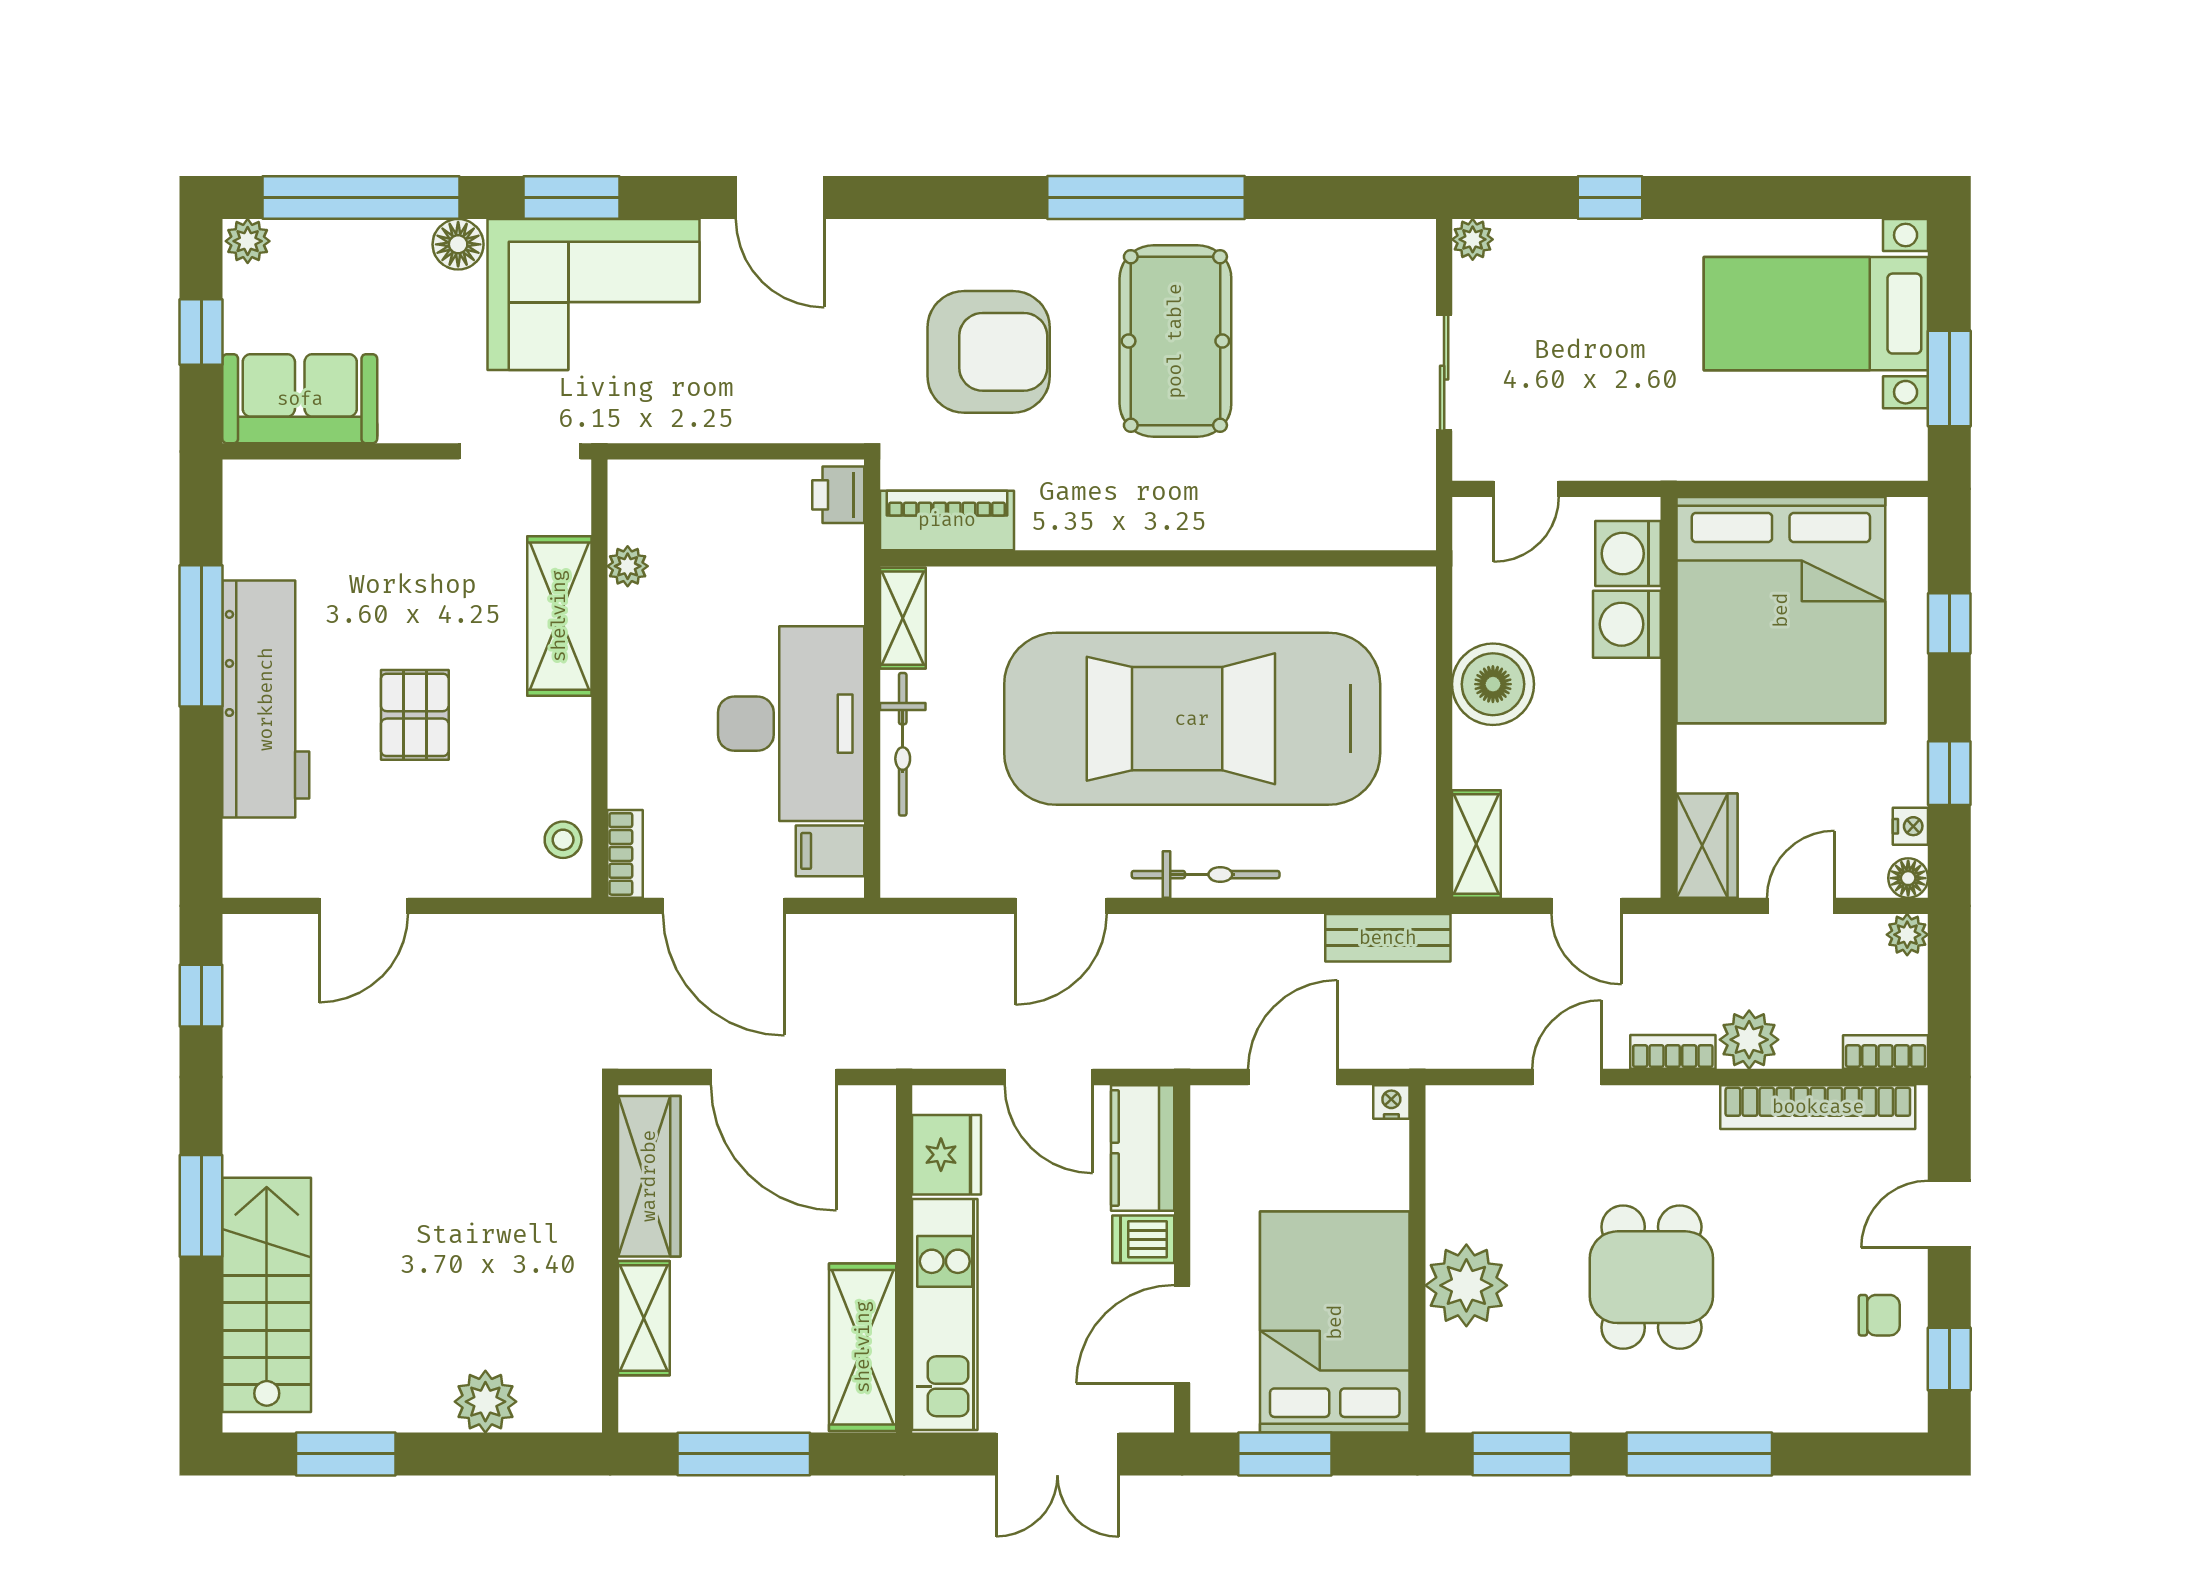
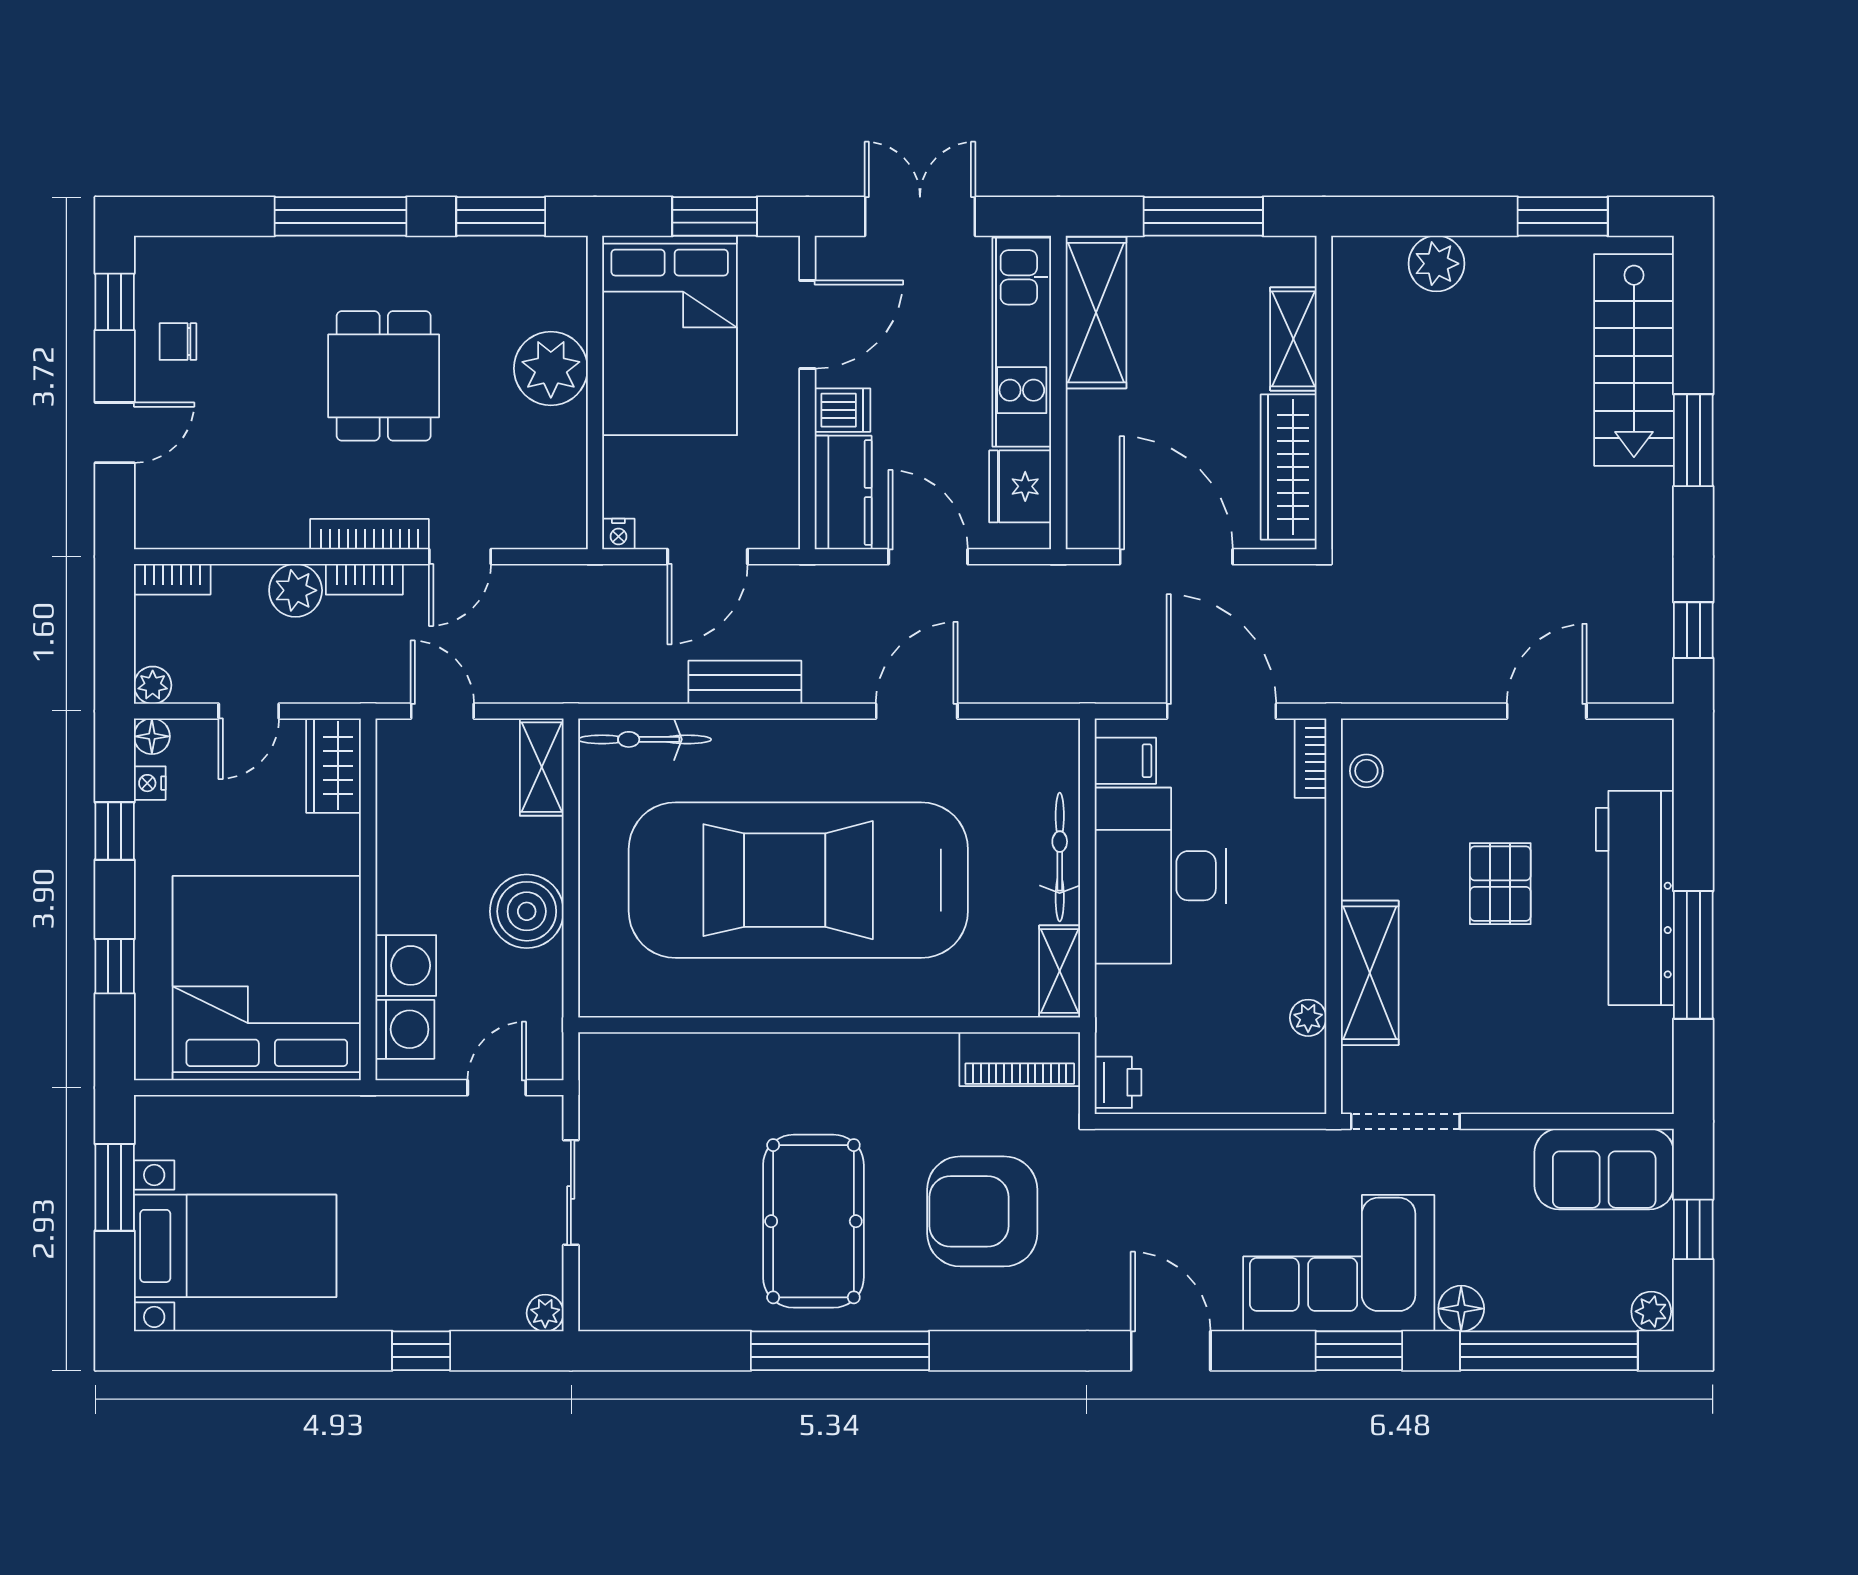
car: (1192, 719) -> (798, 880), turned 180
bicycle: (1206, 875) -> (645, 739), moved
bench: (1388, 938) -> (745, 682), moved
bookcase: (1818, 1107) -> (370, 534), moved, width x0.68, depth x0.76

